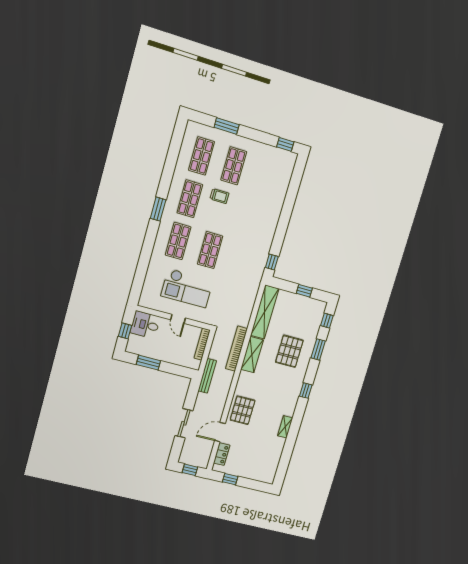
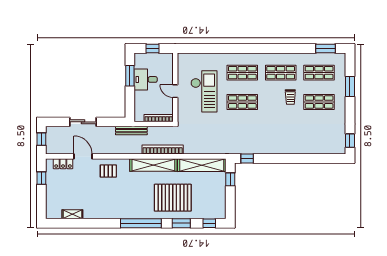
window: (158, 209) -> (325, 48), moved
checkout: (187, 288) -> (204, 91), turned 180
window: (304, 291) -> (230, 179), moved
door: (178, 319) -> (175, 91), hinge flipped
desk: (145, 325) -> (146, 79), moved, turned -90
pallet: (289, 351) -> (173, 198), width x1.37, depth x1.41
shelving: (252, 355) -> (153, 165), width x1.47
window: (306, 391) -> (141, 223), width x3.17
pallet: (243, 410) -> (108, 171), width x0.67, depth x0.71
shelving: (285, 427) -> (72, 214), moved

